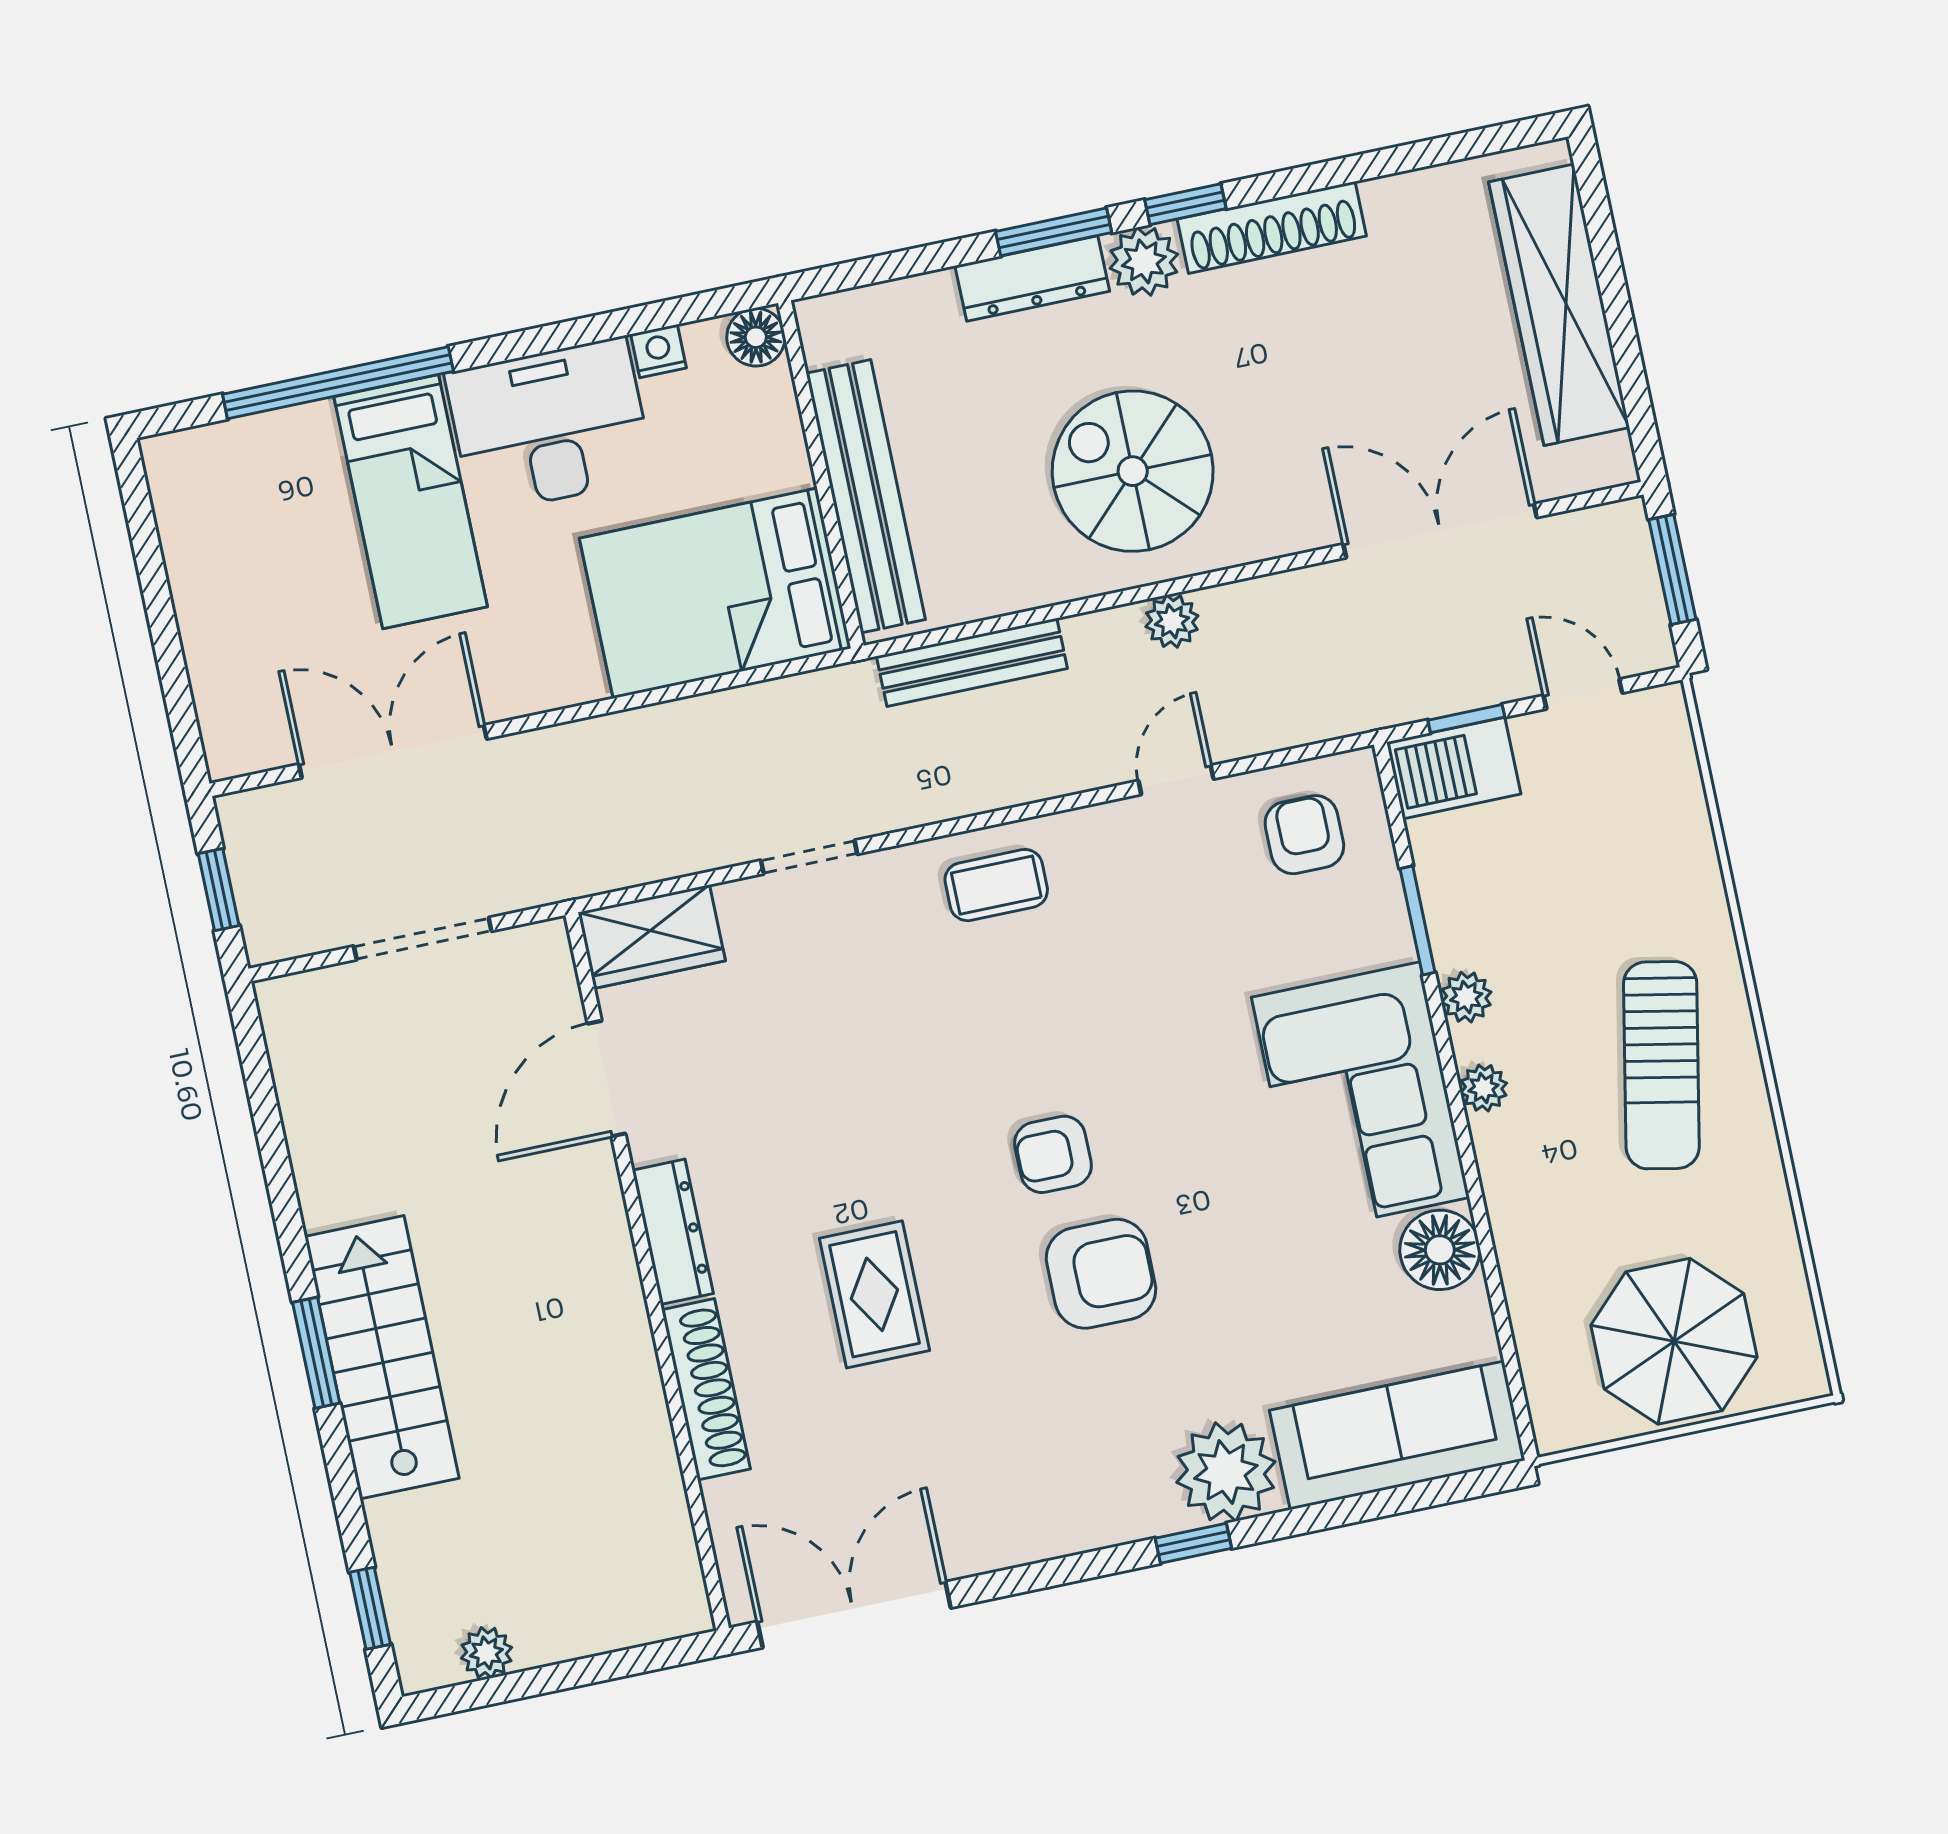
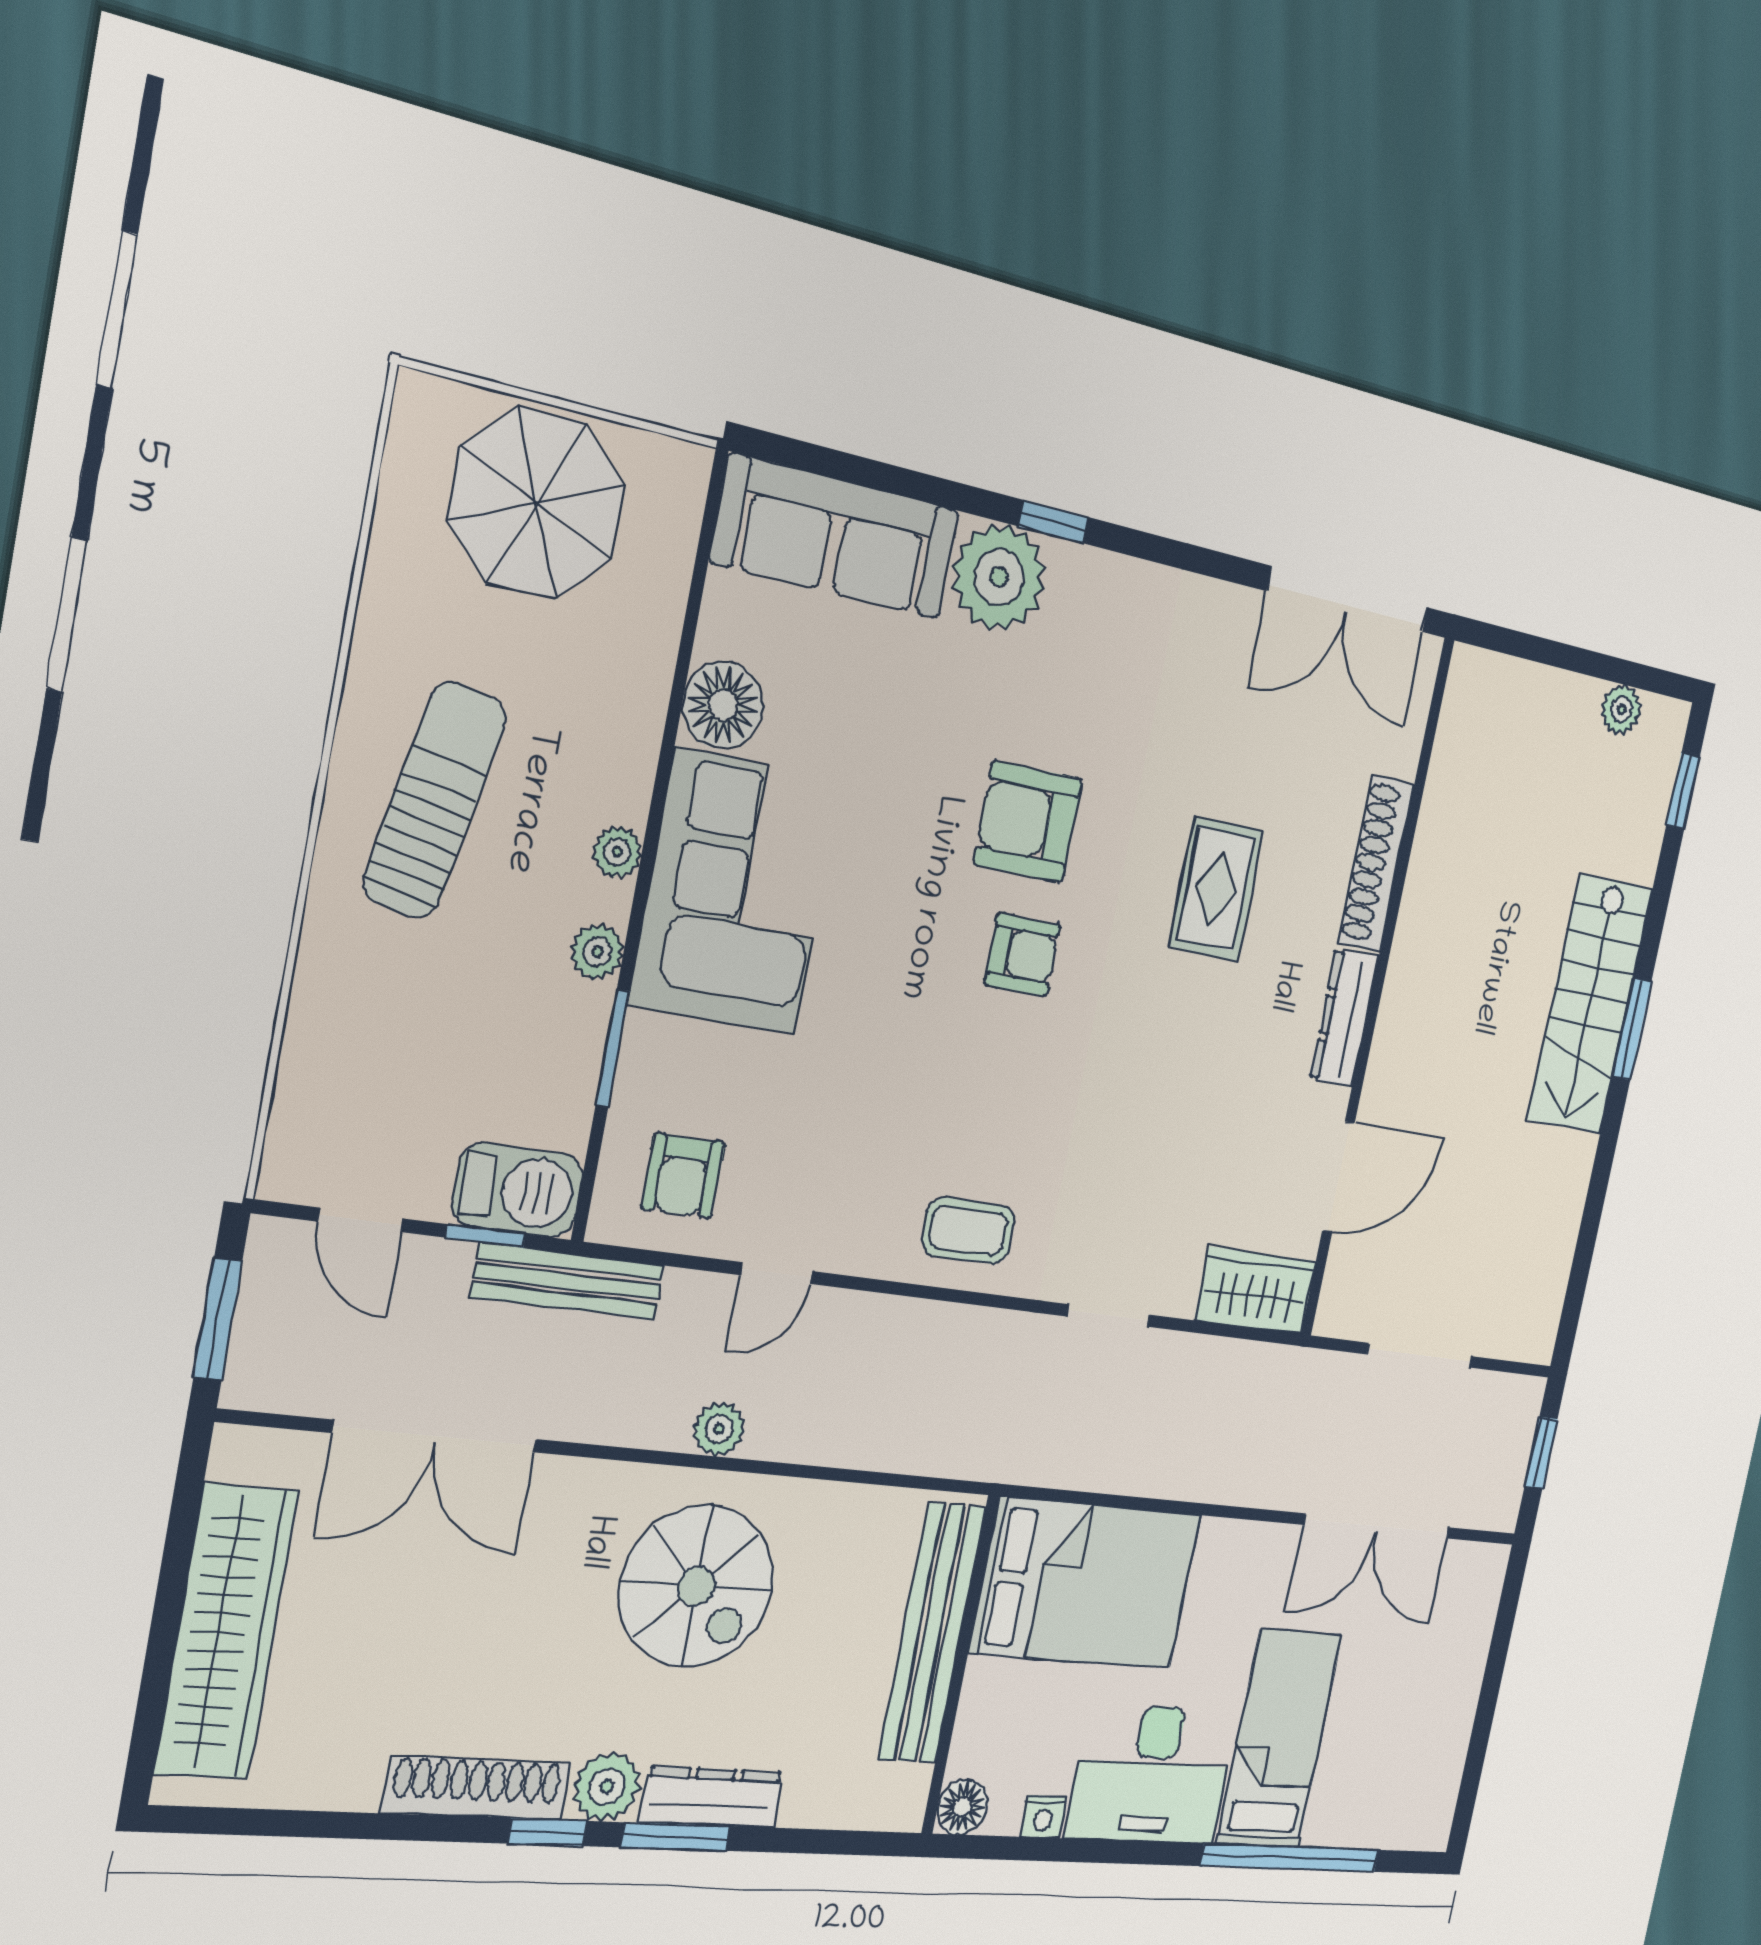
bench: (972, 662) -> (568, 1281), moved

